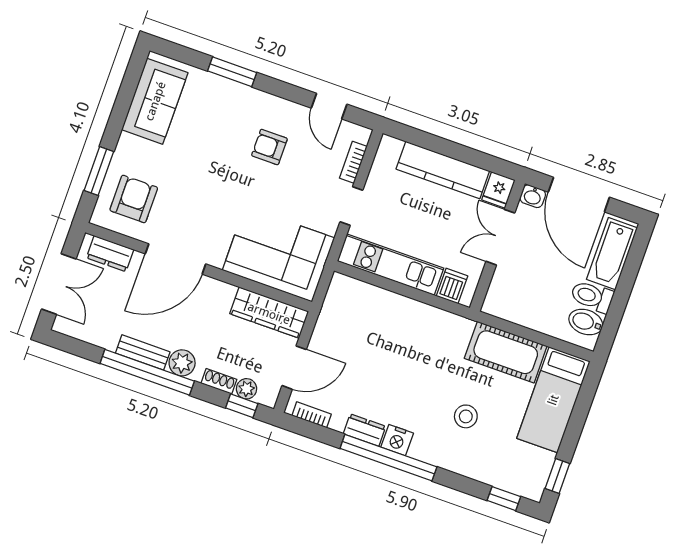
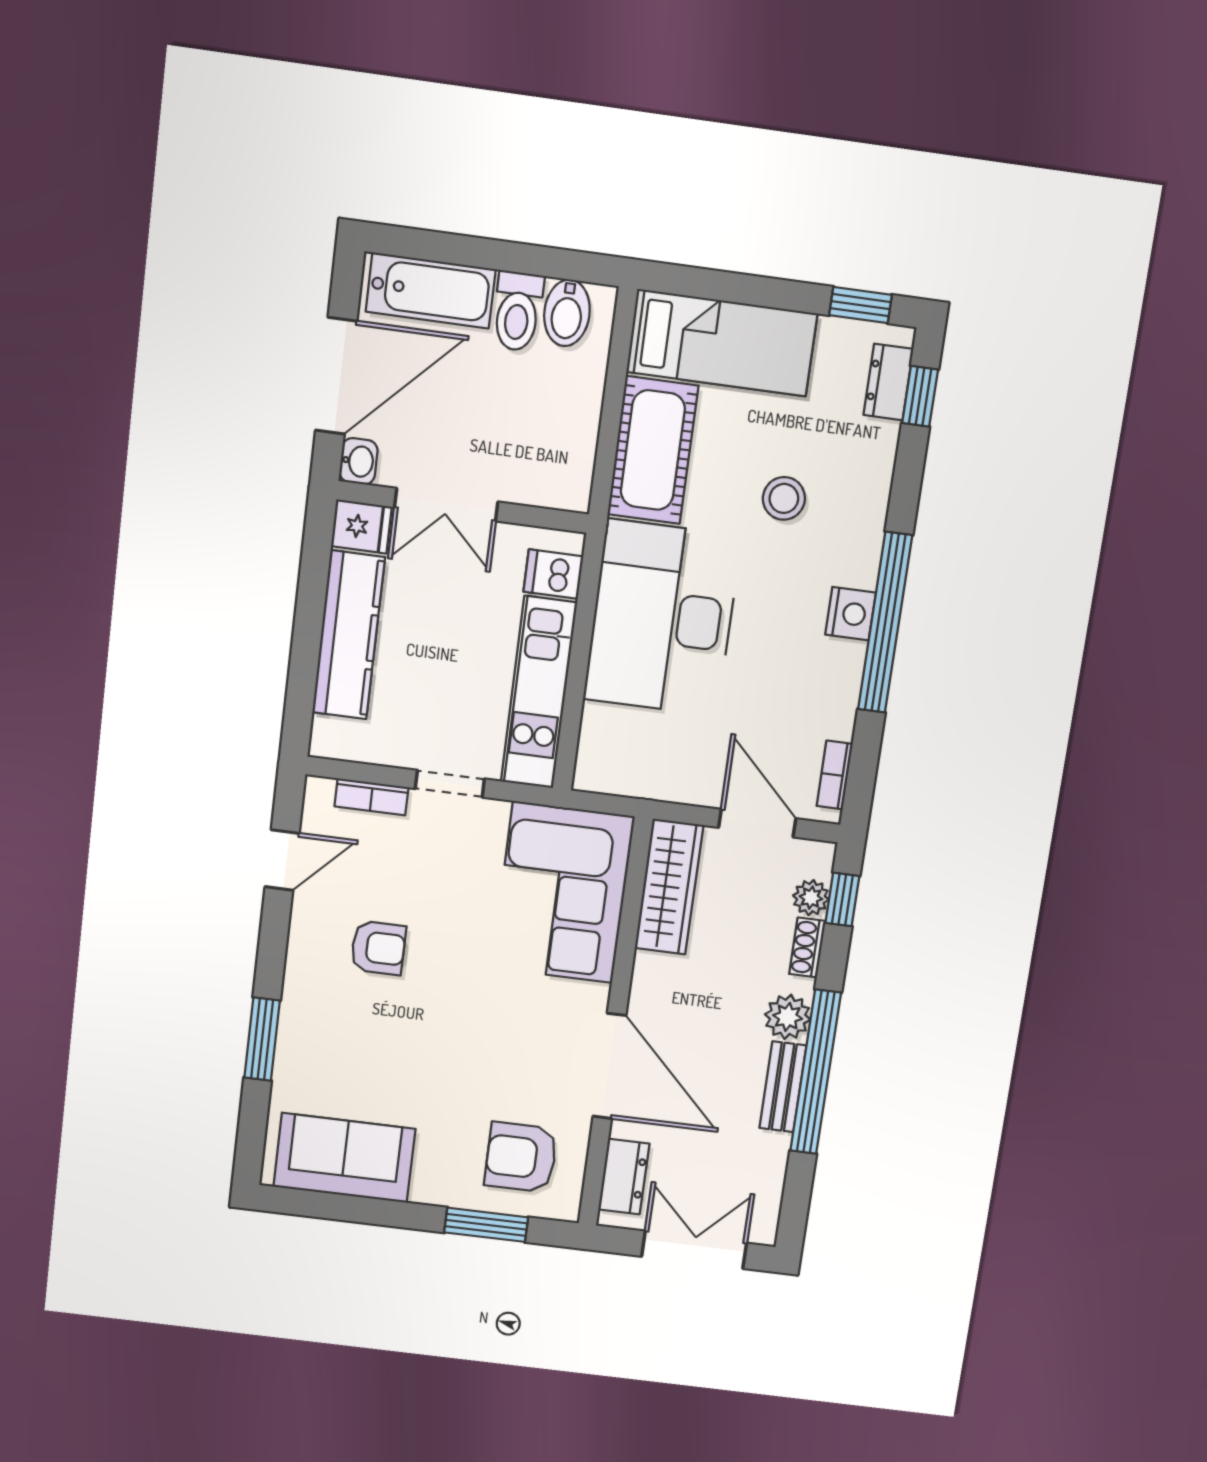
armchair: (269, 147) -> (378, 948), turned -90
desk: (416, 339) -> (662, 618), added
dresser: (365, 430) -> (888, 382), moved

